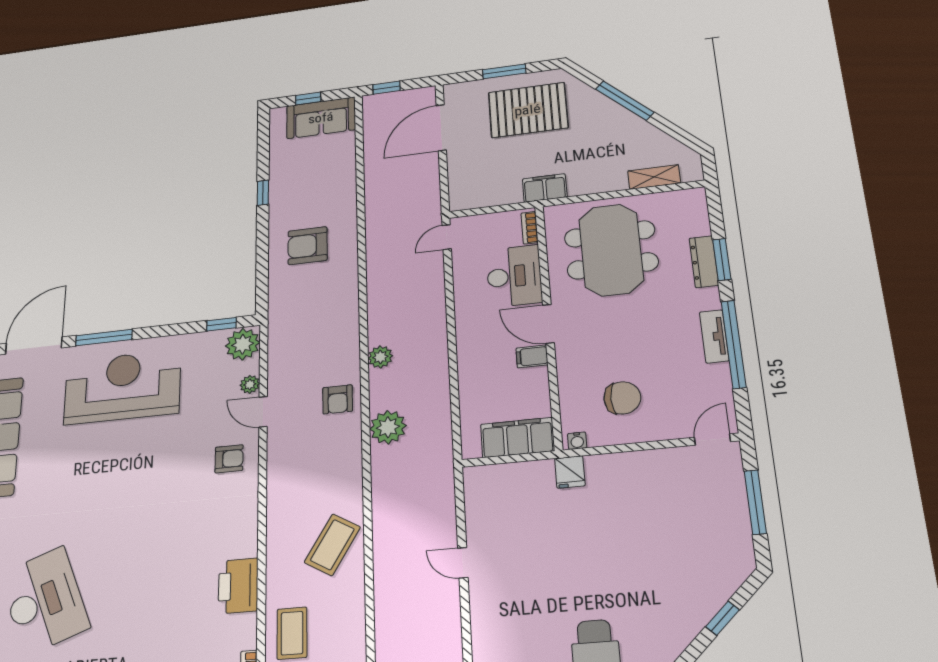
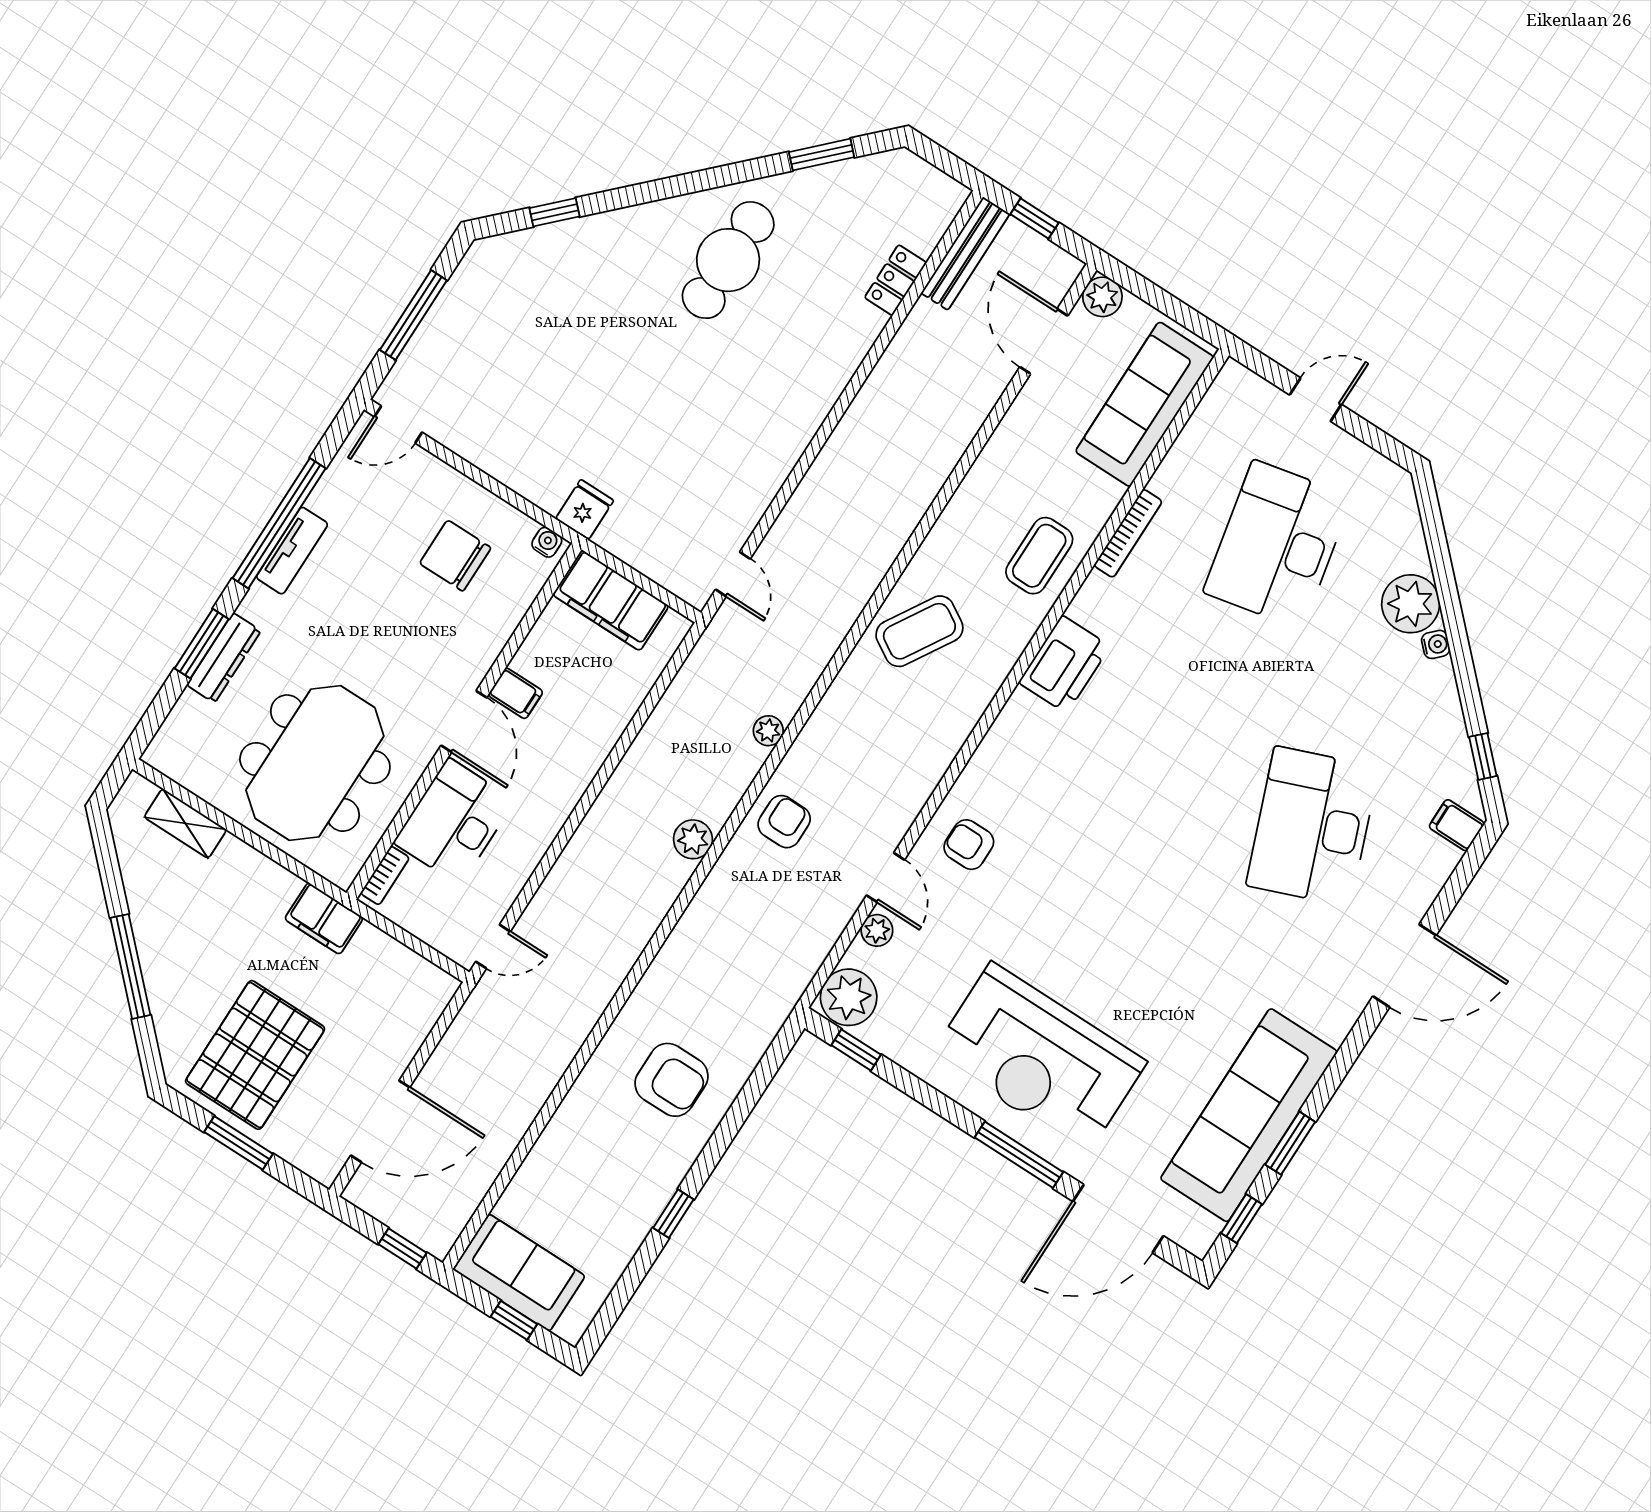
pallet: (528, 110) -> (255, 1055), turned 90
plant: (388, 427) -> (768, 731), width x0.53, depth x0.53
door: (463, 563) -> (733, 574), moved

